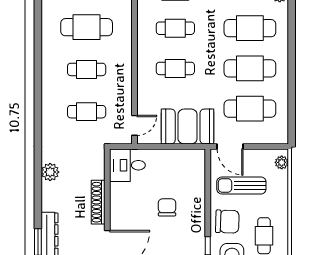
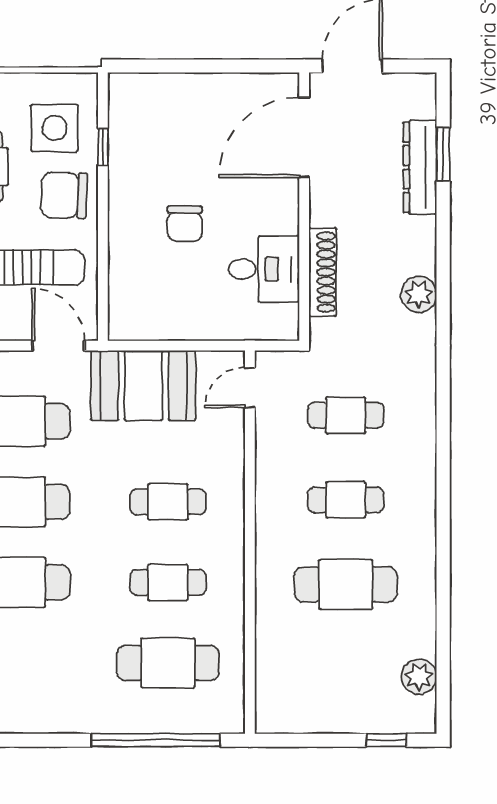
desk: (127, 165) -> (264, 269), moved
shoe rack: (98, 202) -> (323, 272), moved

